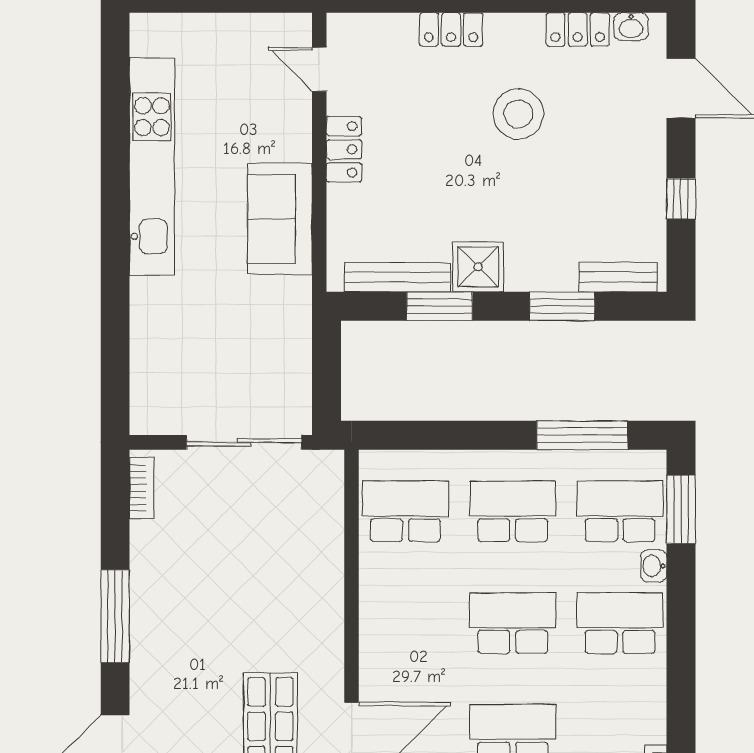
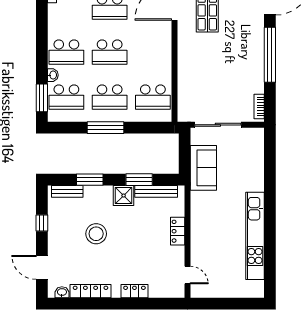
locker: (578, 29) -> (91, 291), width x1.53
stool: (518, 114) -> (96, 234), moved
locker: (344, 149) -> (178, 231), moved
sofa: (280, 219) -> (203, 168), moved
window: (582, 435) -> (106, 128), moved
window: (115, 616) -> (270, 55), width x1.46

